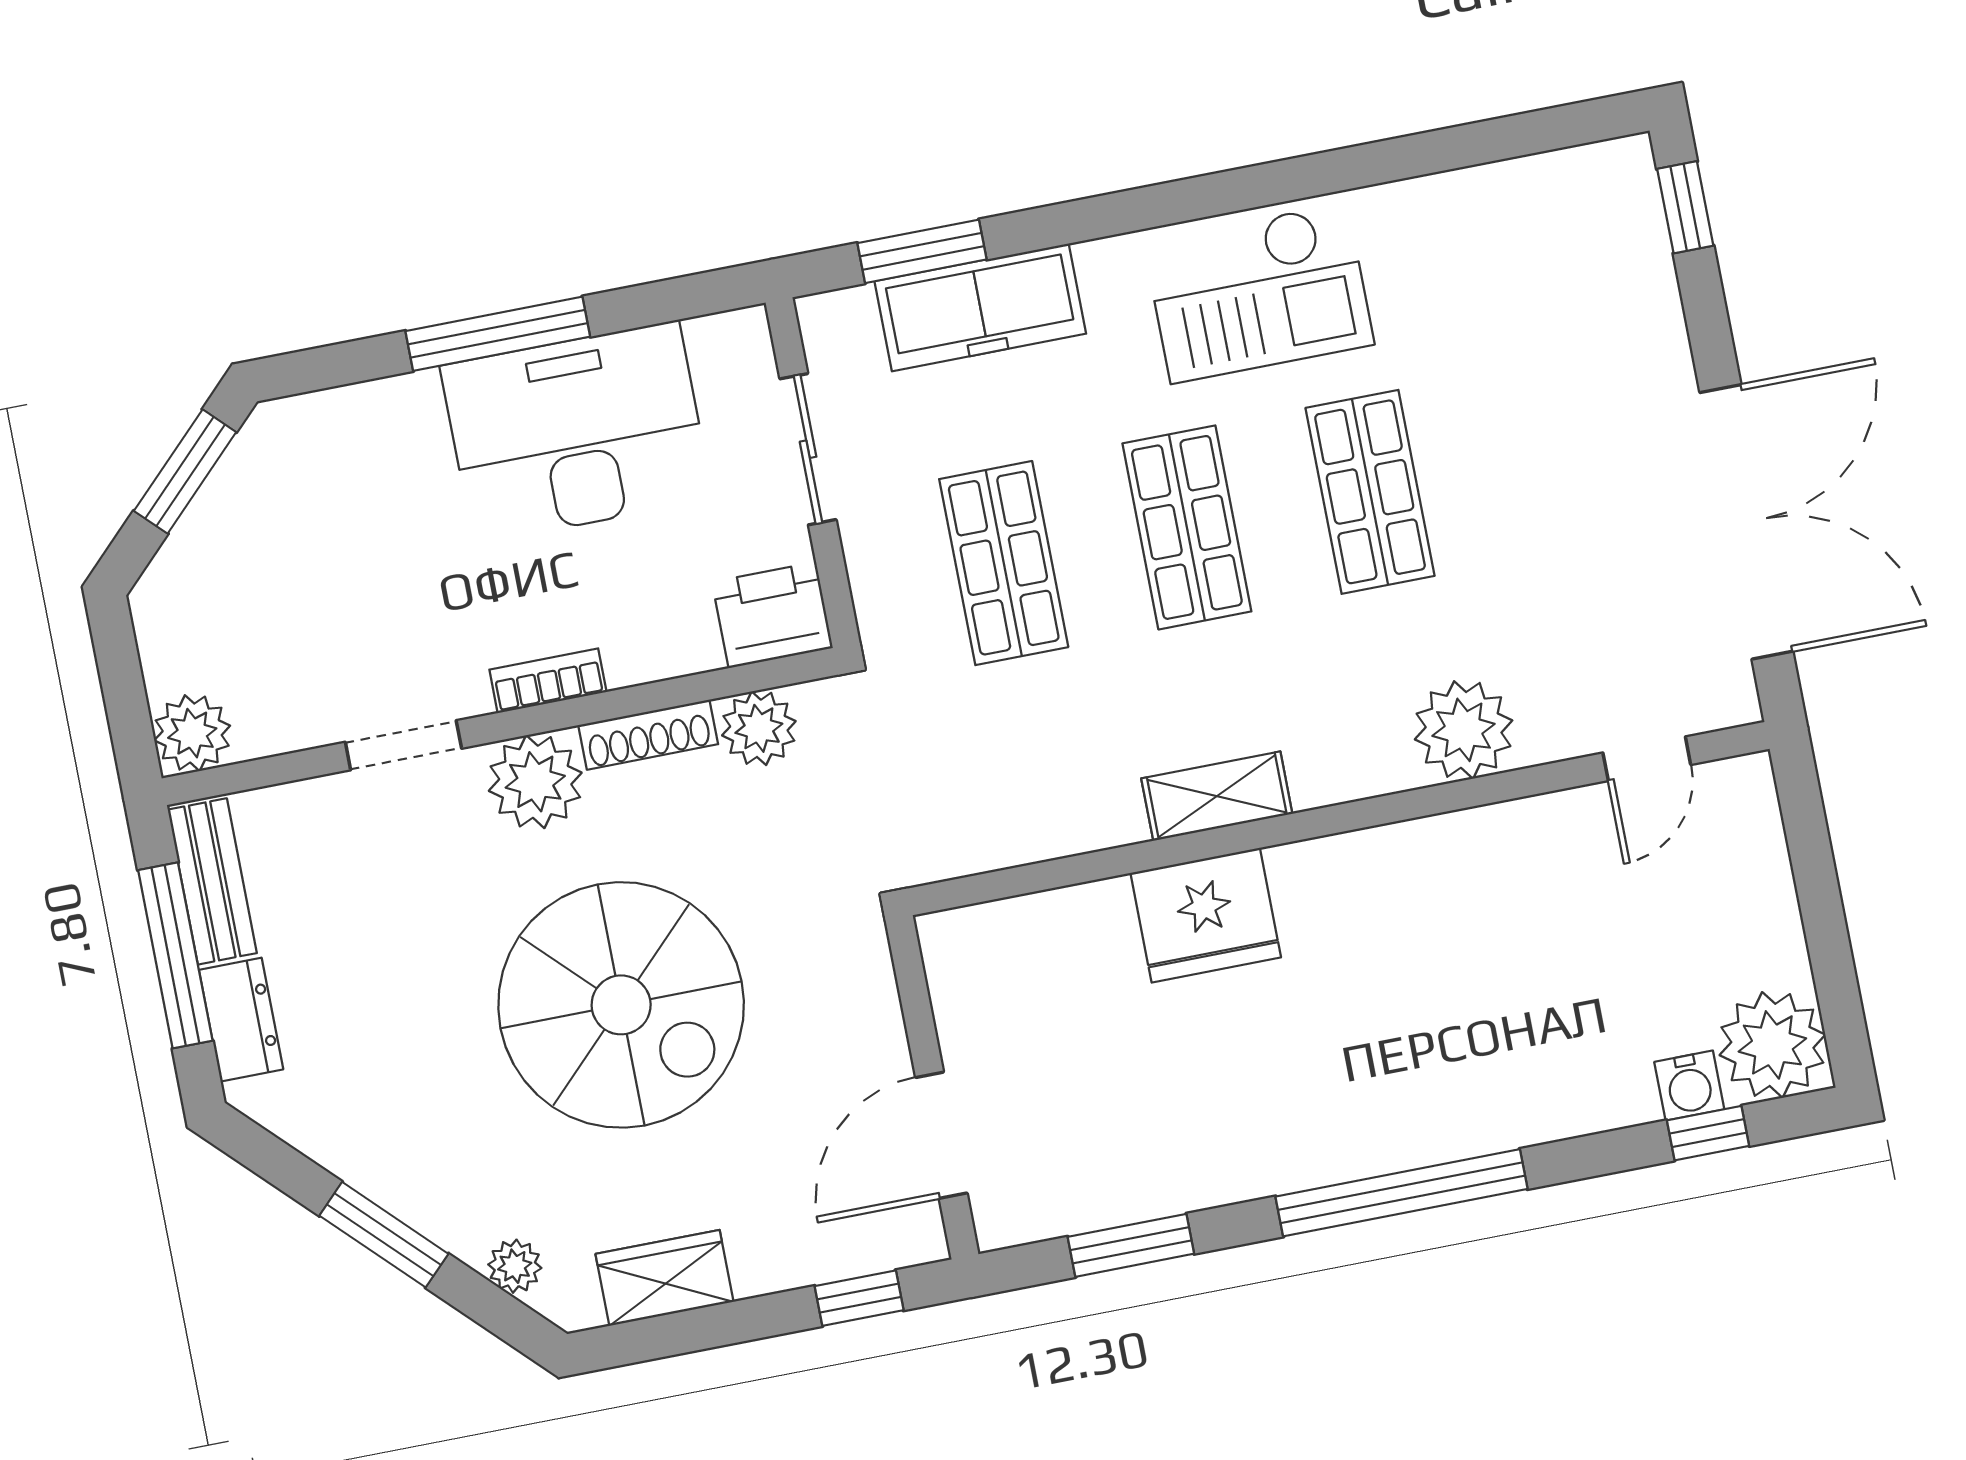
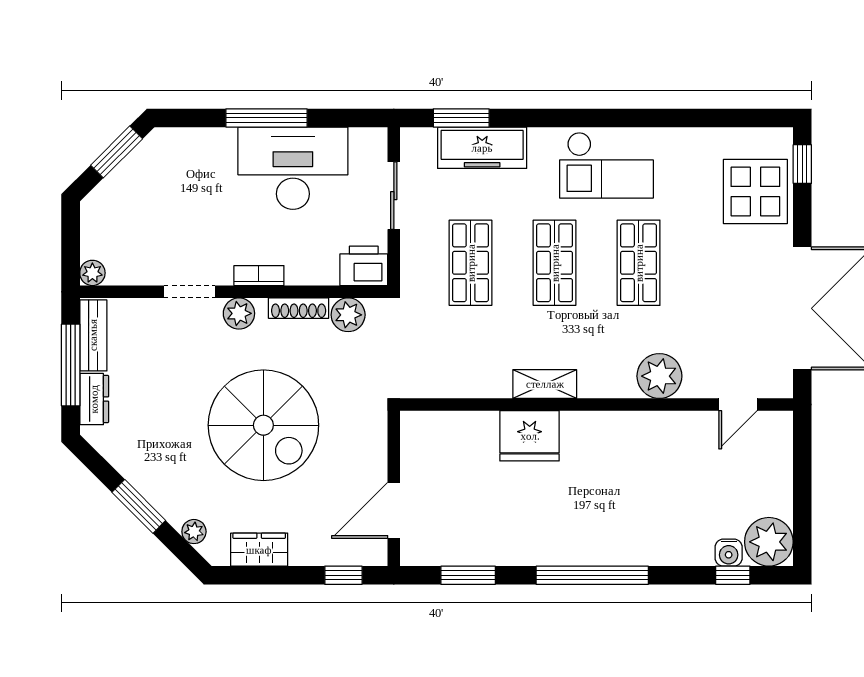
display table: (1595, 287) -> (755, 192), added
plant: (192, 733) -> (92, 273), width x0.73, depth x0.73
plant: (535, 782) -> (239, 313), width x0.73, depth x0.73

